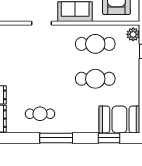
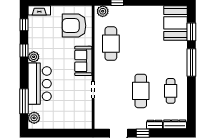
cafe table: (95, 79) -> (141, 91), moved
window: (56, 138) -> (191, 63), moved

